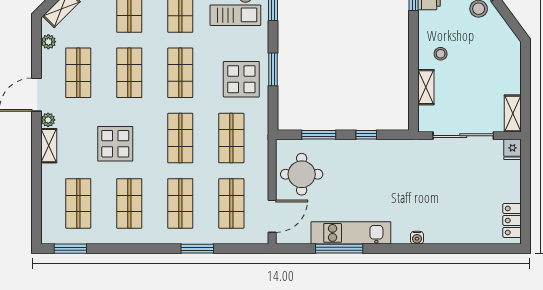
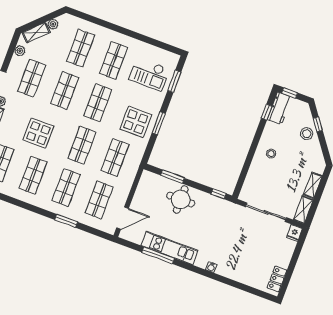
shelving: (426, 87) -> (313, 185), moved
window: (366, 135) -> (219, 194), moved
round table: (302, 174) -> (181, 200), moved

